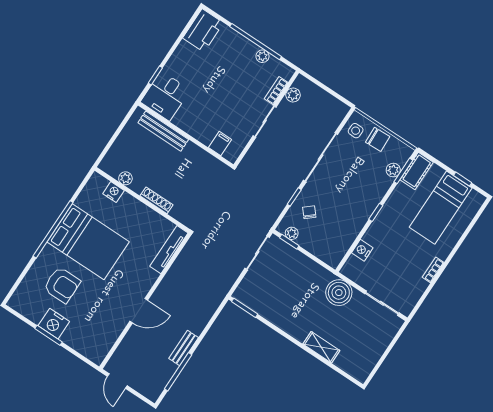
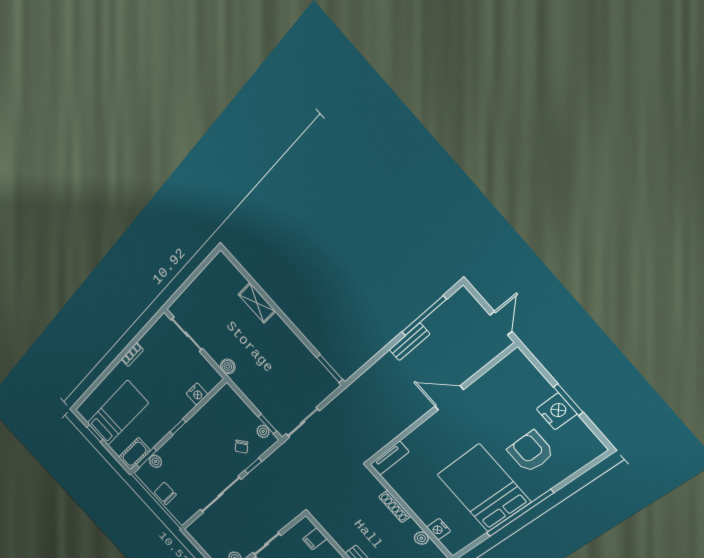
side table: (356, 131) -> (184, 508), removed
tv unit: (169, 250) -> (390, 458), width x0.71
boiler: (339, 293) -> (228, 366), width x0.54, depth x0.54

